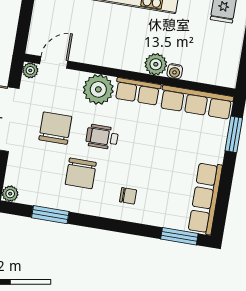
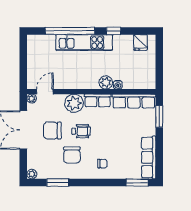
chair: (55, 128) -> (52, 131), turned -90
wheelchair: (102, 137) -> (81, 131), turned 180

